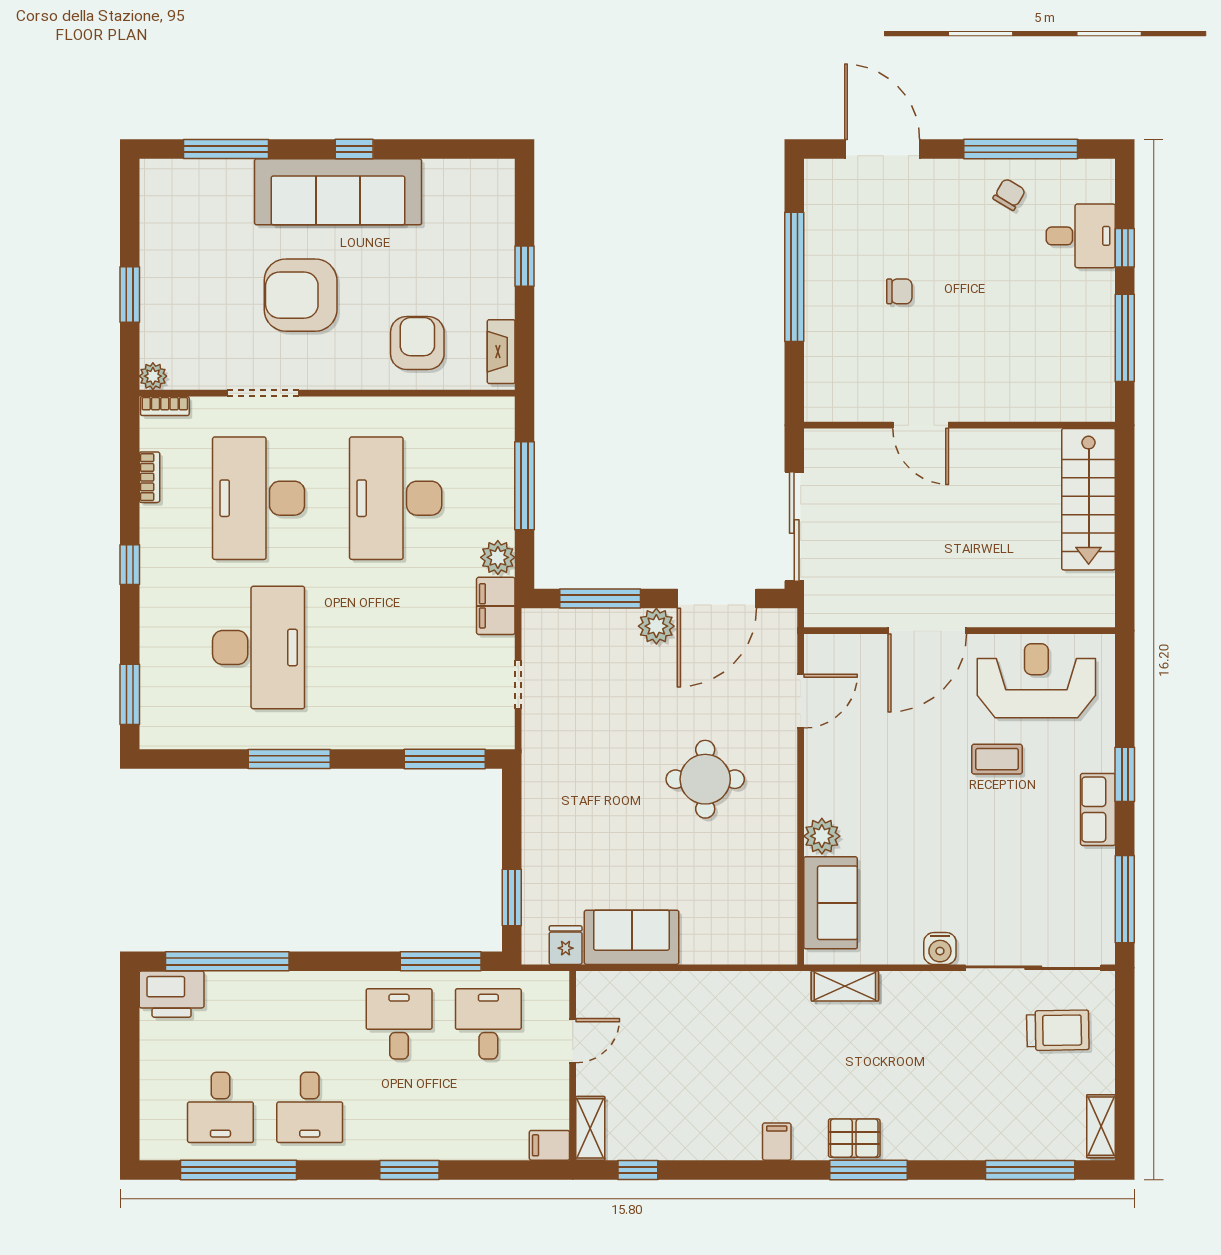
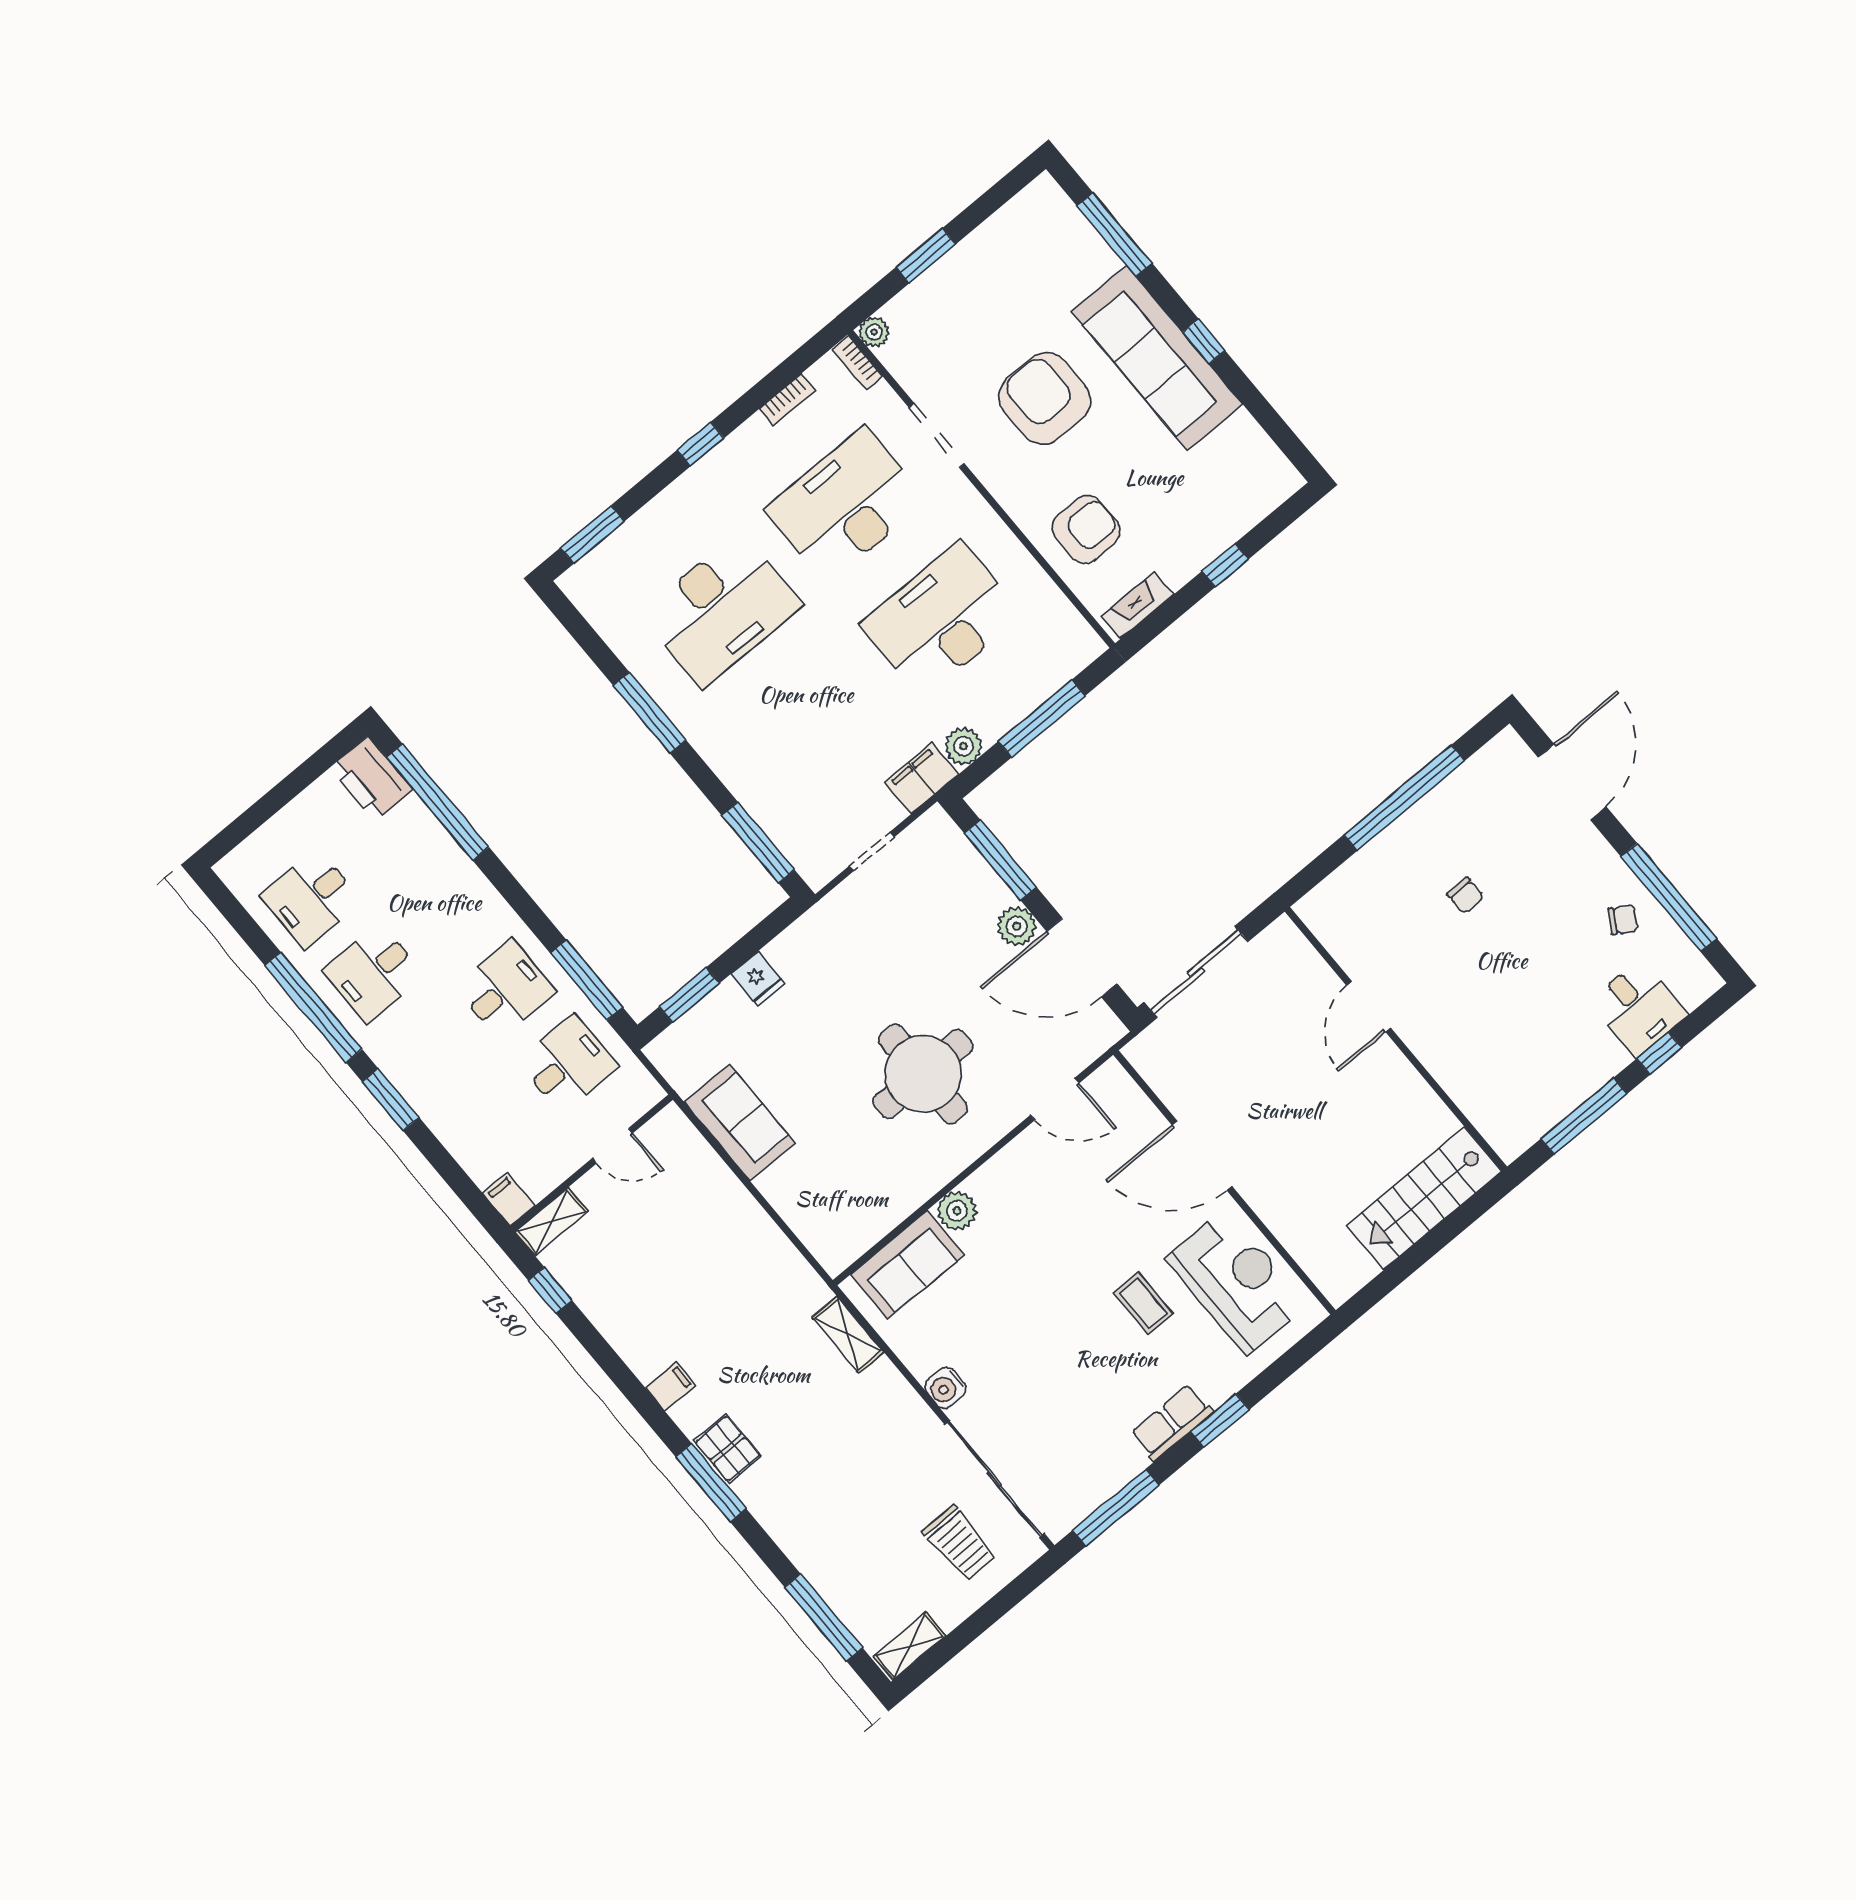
round table: (705, 779) -> (923, 1074), width x1.36, depth x1.36
fridge: (566, 945) -> (758, 979), moved, turned 90
window: (239, 1170) -> (313, 1007), moved

